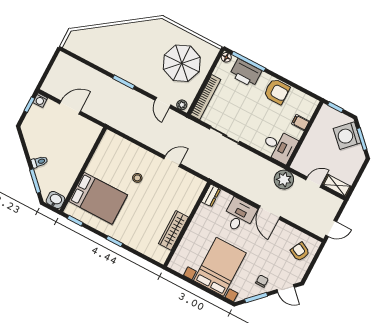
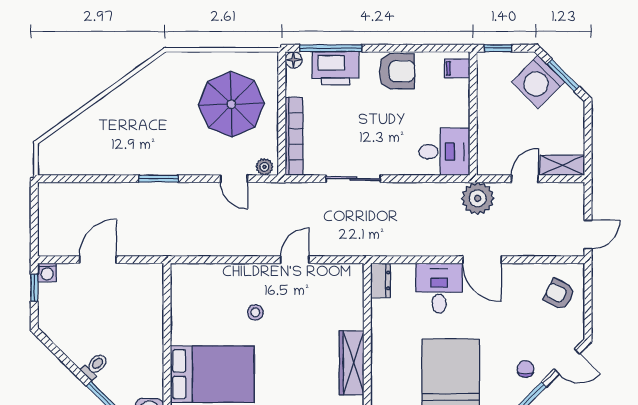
filing cabinet: (300, 122) -> (457, 68), moved

